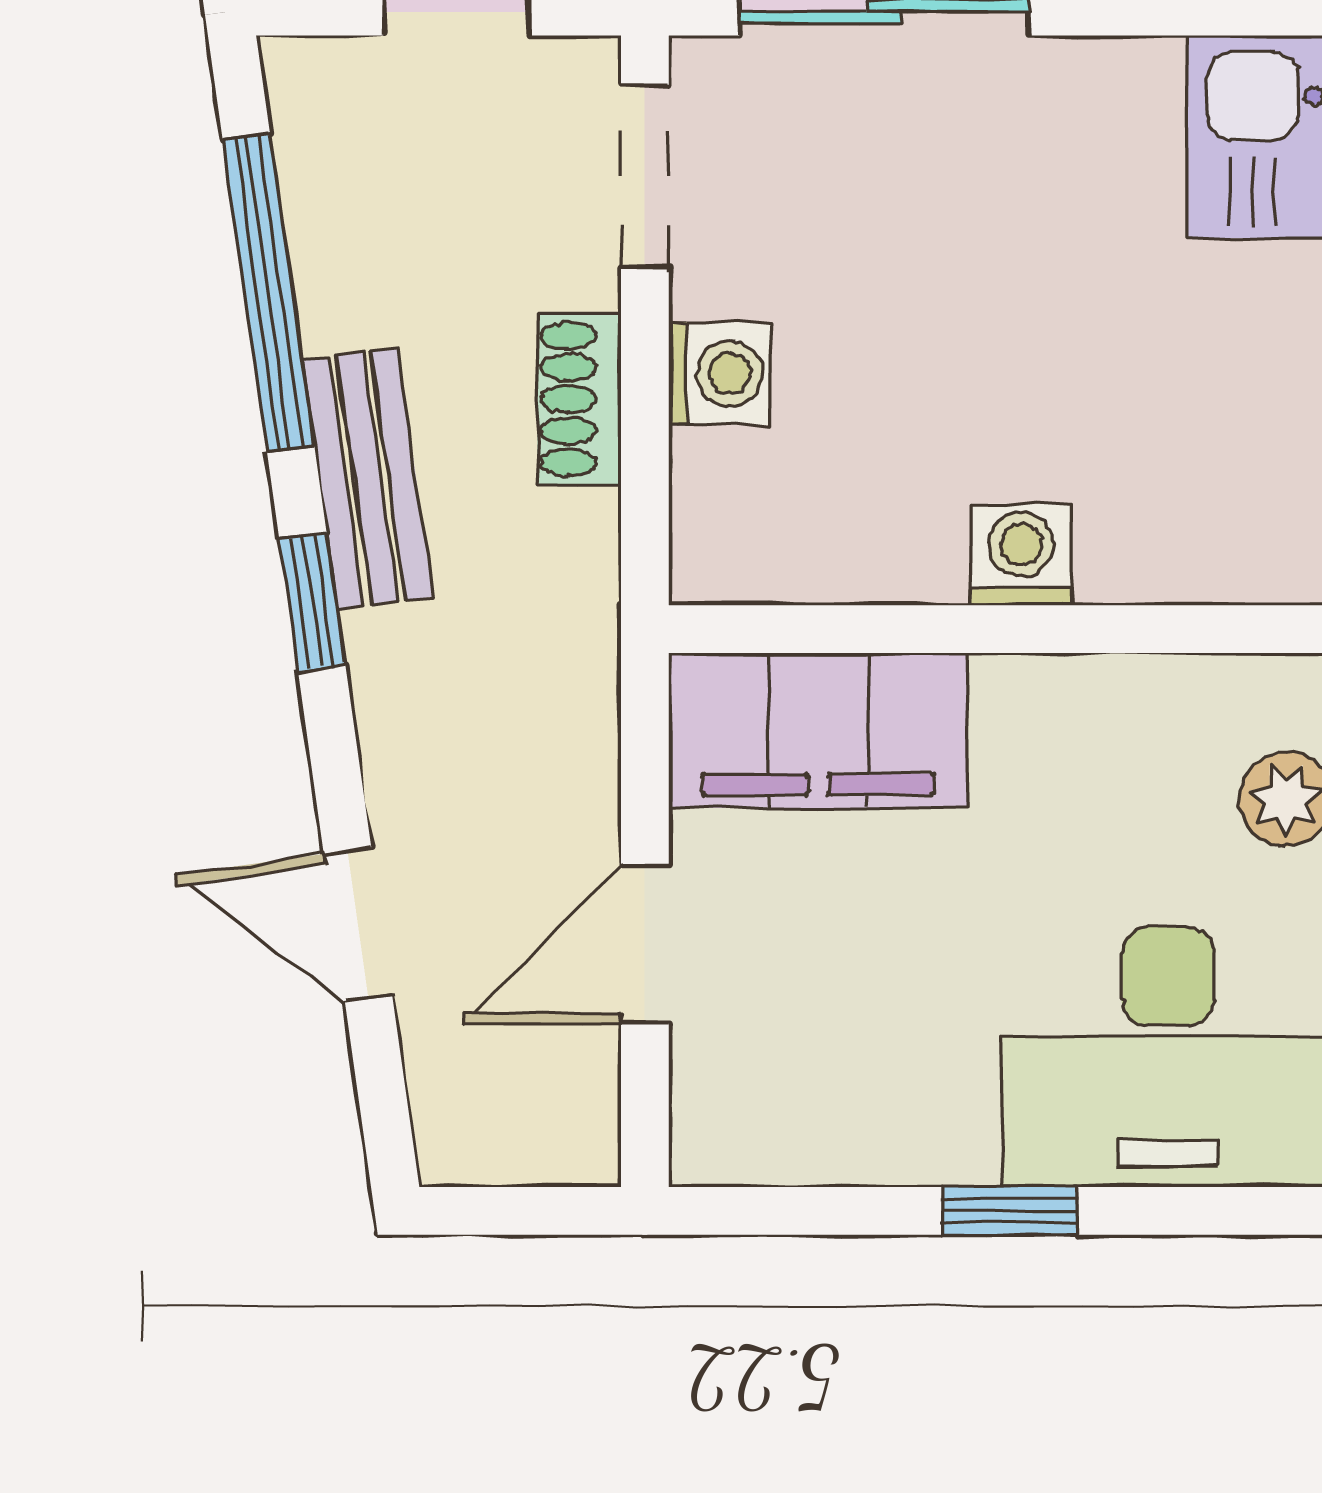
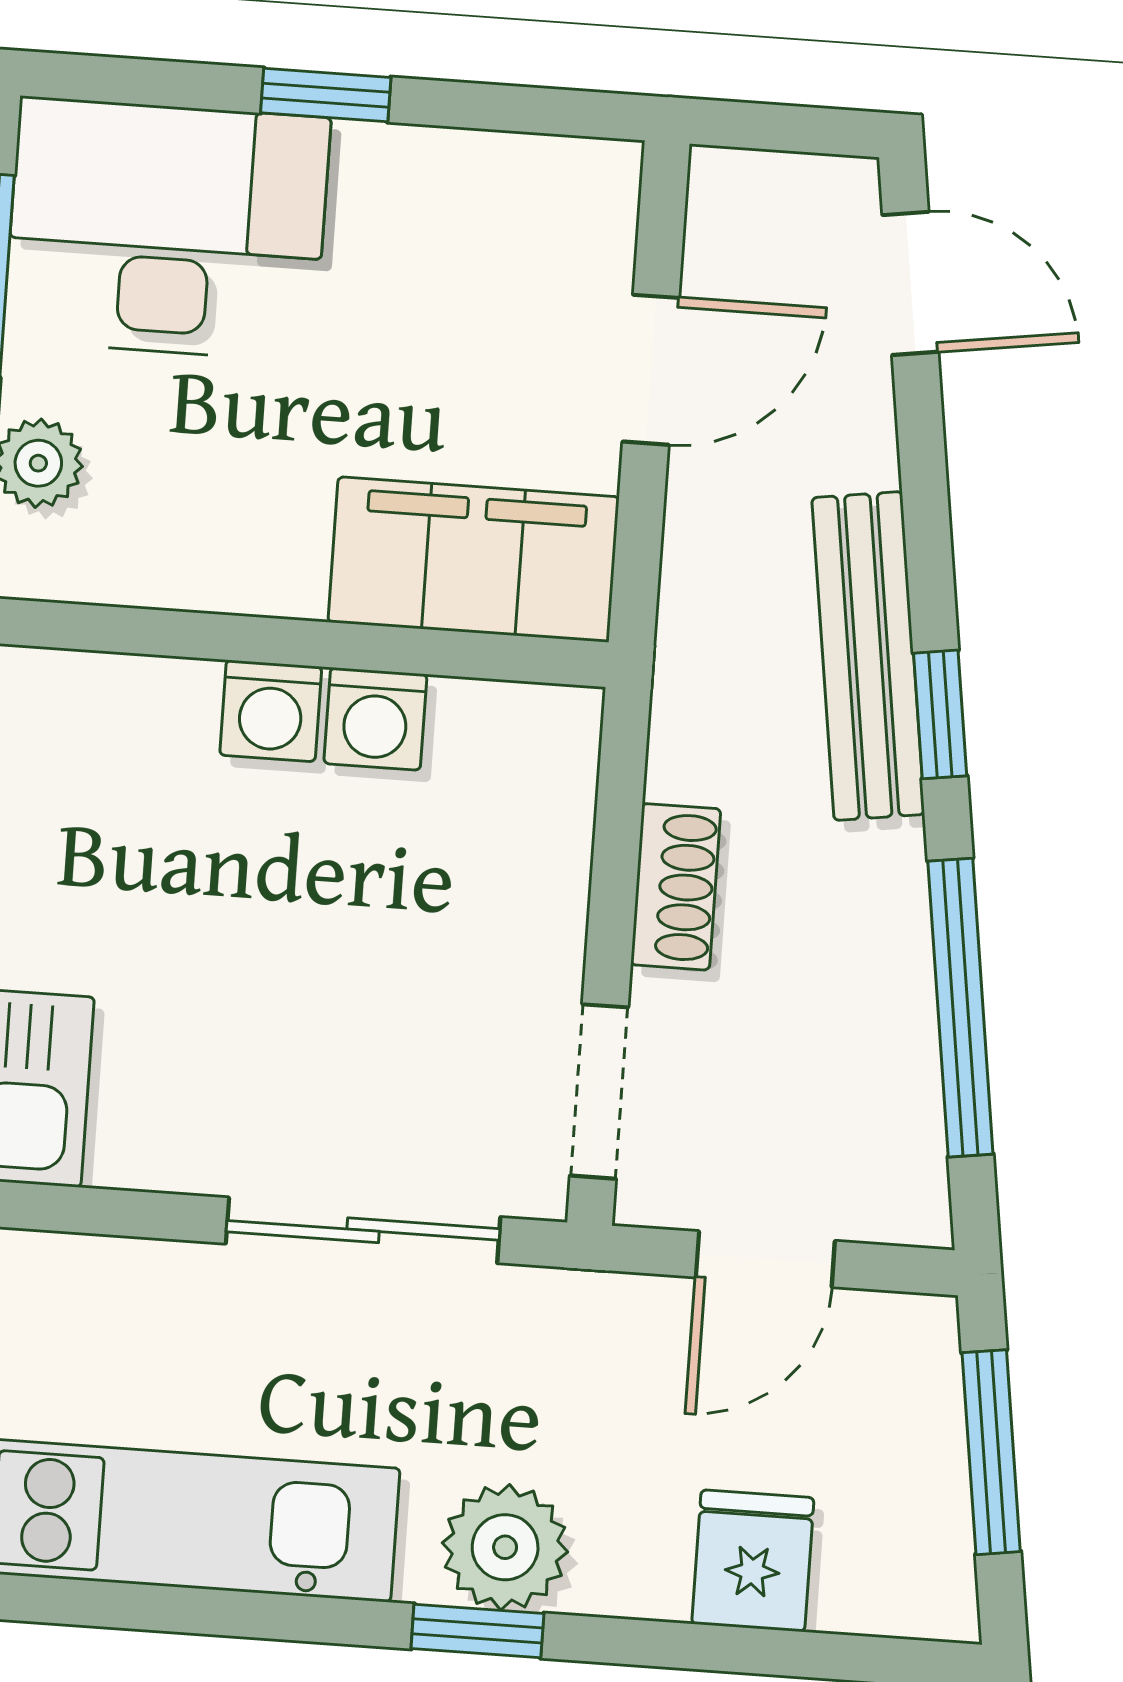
washing machine: (720, 374) -> (375, 719), moved, turned -90
bench: (367, 479) -> (868, 656), moved, width x1.36
door: (358, 925) -> (910, 283), moved

